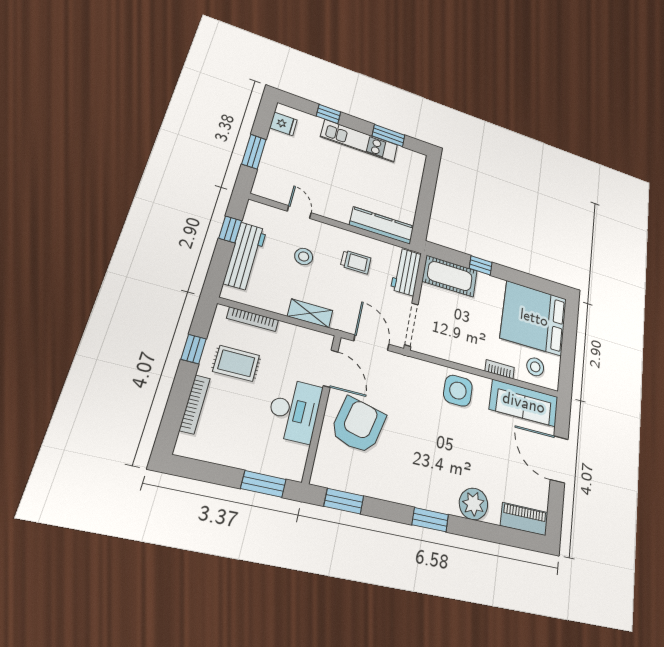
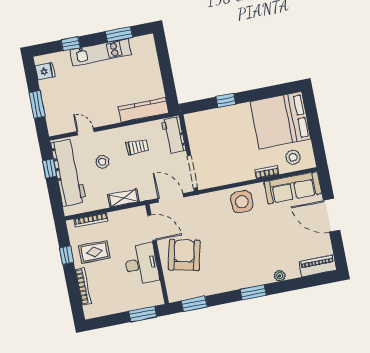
workbench: (245, 256) -> (68, 172), width x1.36, depth x1.32
cot: (450, 276) -> (206, 122), removed
plant: (474, 504) -> (280, 276), width x0.53, depth x0.53

